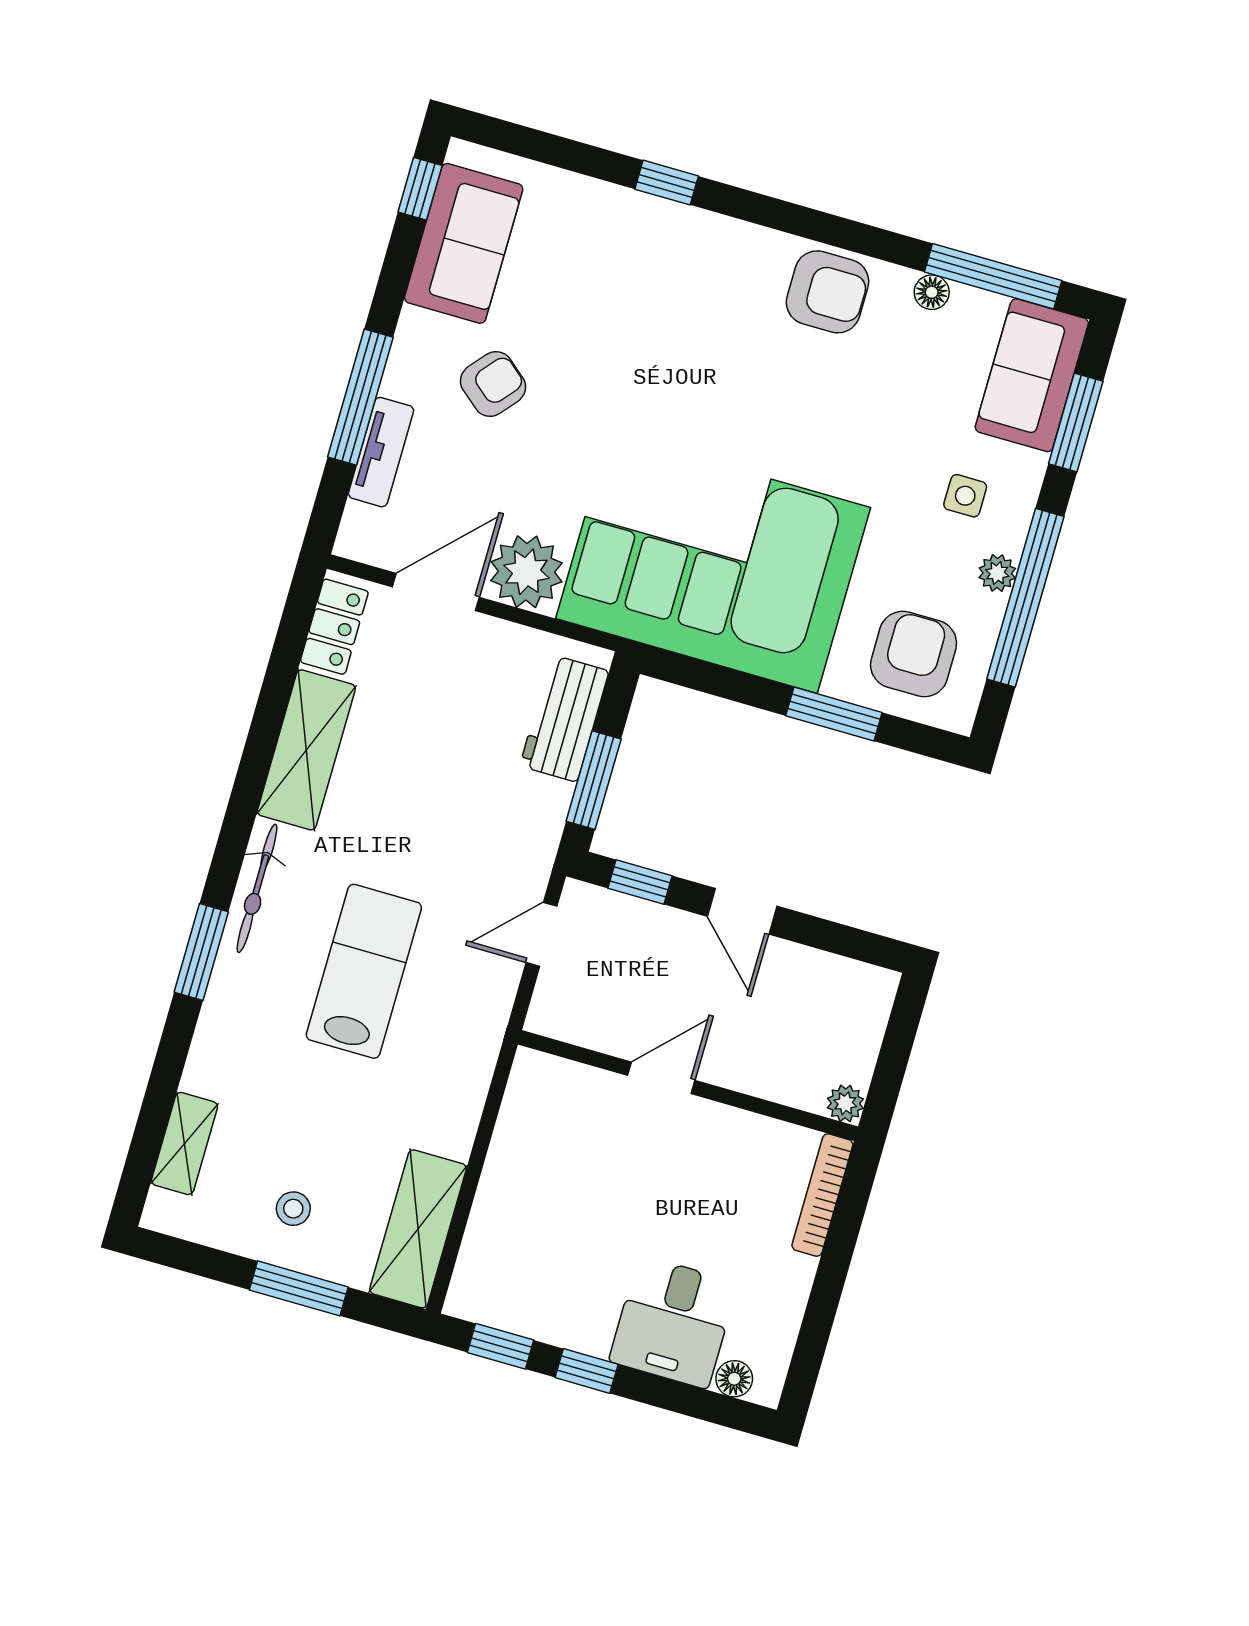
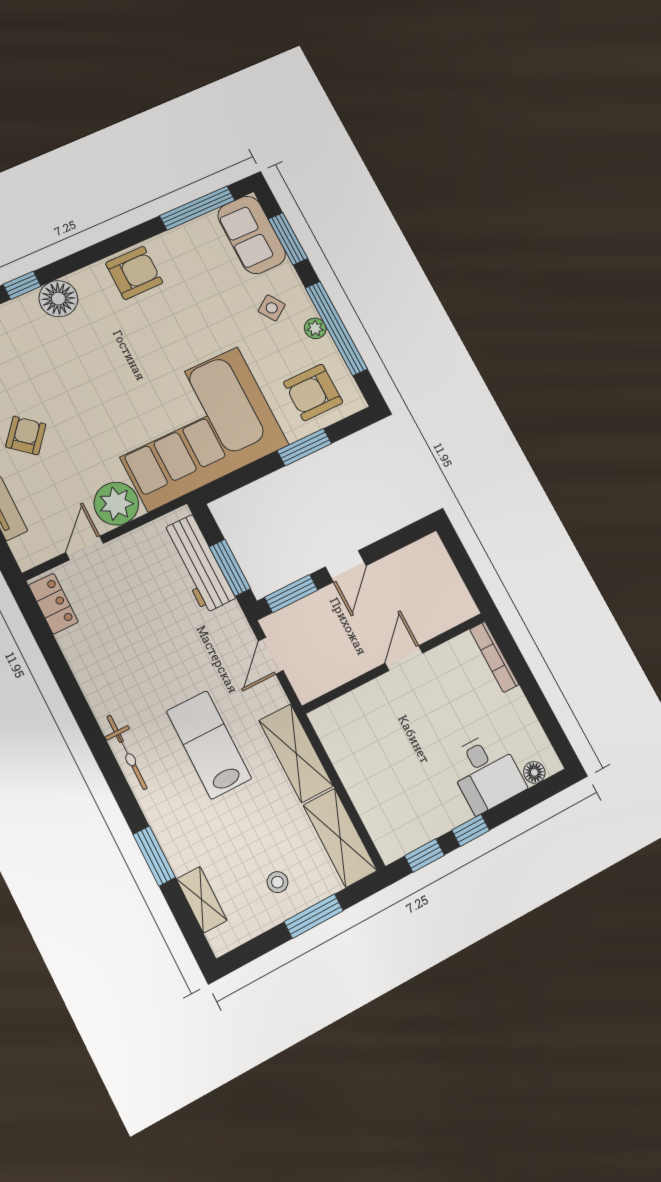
floor lamp: (932, 292) -> (58, 299), moved, width x1.89, depth x1.89
side table: (965, 496) -> (272, 308), turned -34
door: (436, 592) -> (85, 548), width x0.73
armchair: (914, 654) -> (313, 392), turned -90
workbench: (564, 718) -> (198, 564), width x1.38
shelving: (306, 750) -> (296, 753), moved
window: (640, 882) -> (291, 594), width x1.50
door: (742, 911) -> (346, 566), hinge flipped
window: (201, 952) -> (154, 856), moved
door: (661, 1078) -> (404, 658), moved
plant: (845, 1103) -> (466, 608), removed

